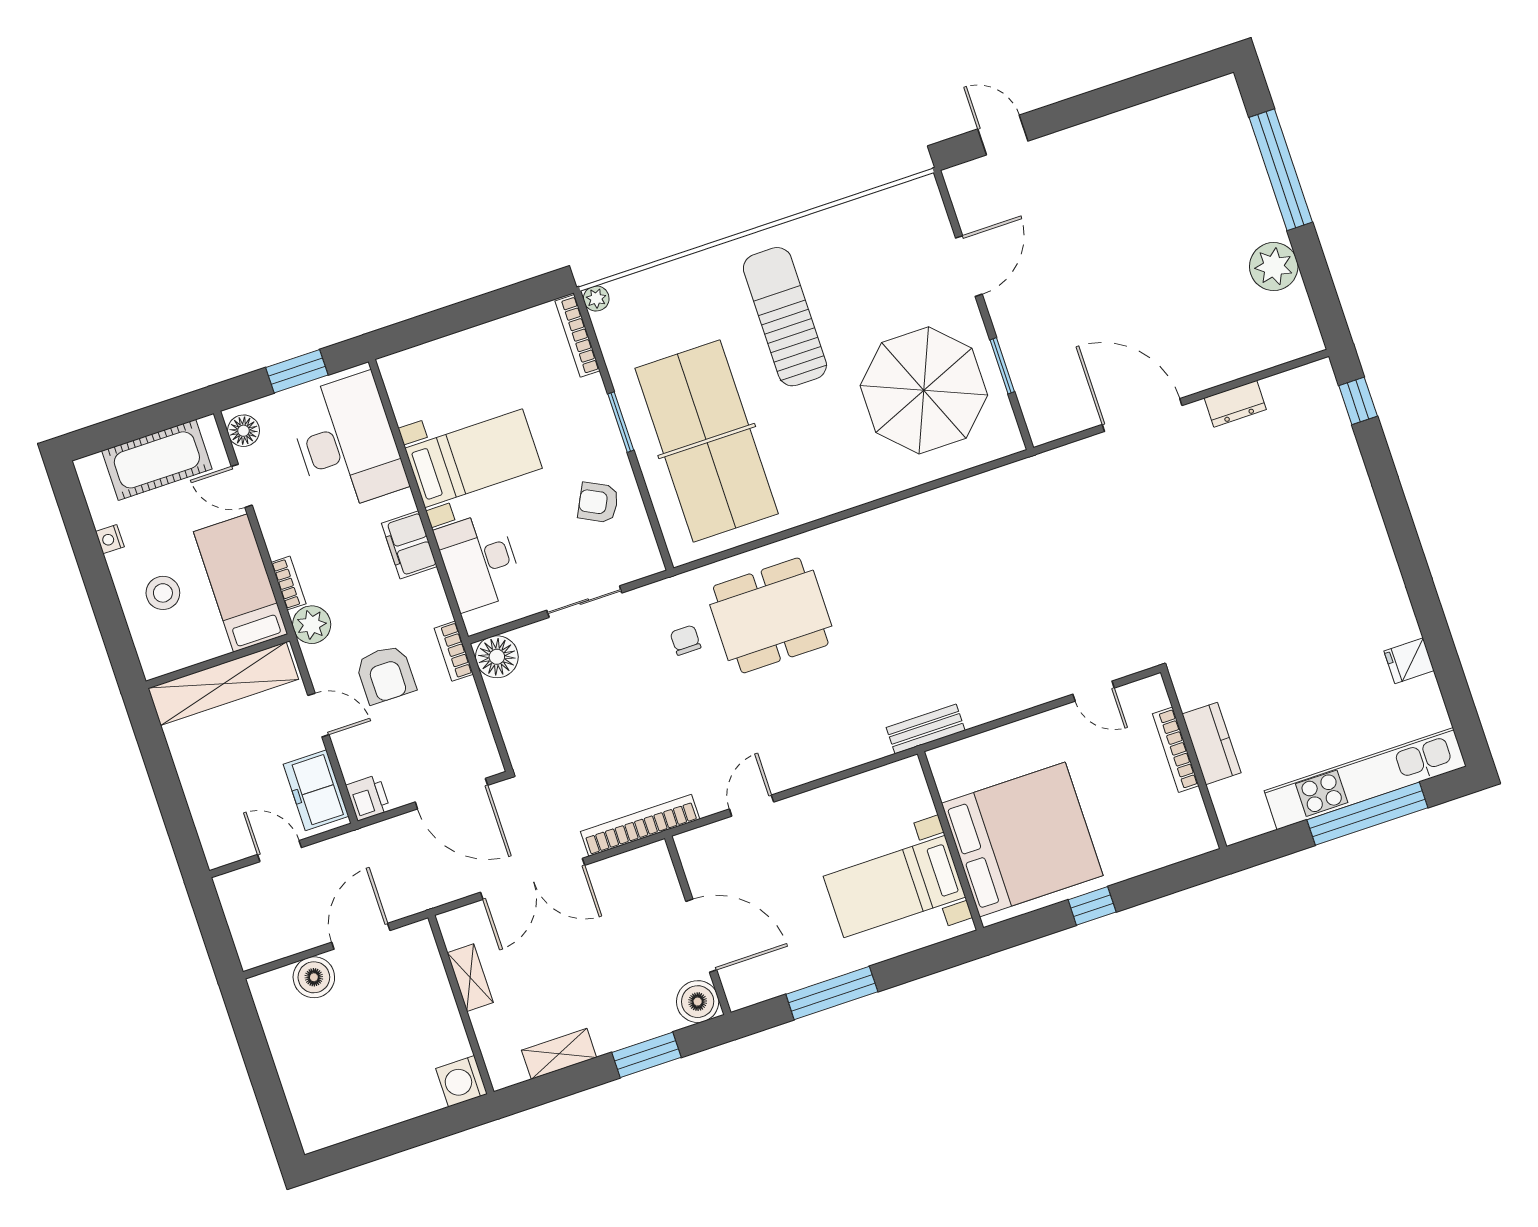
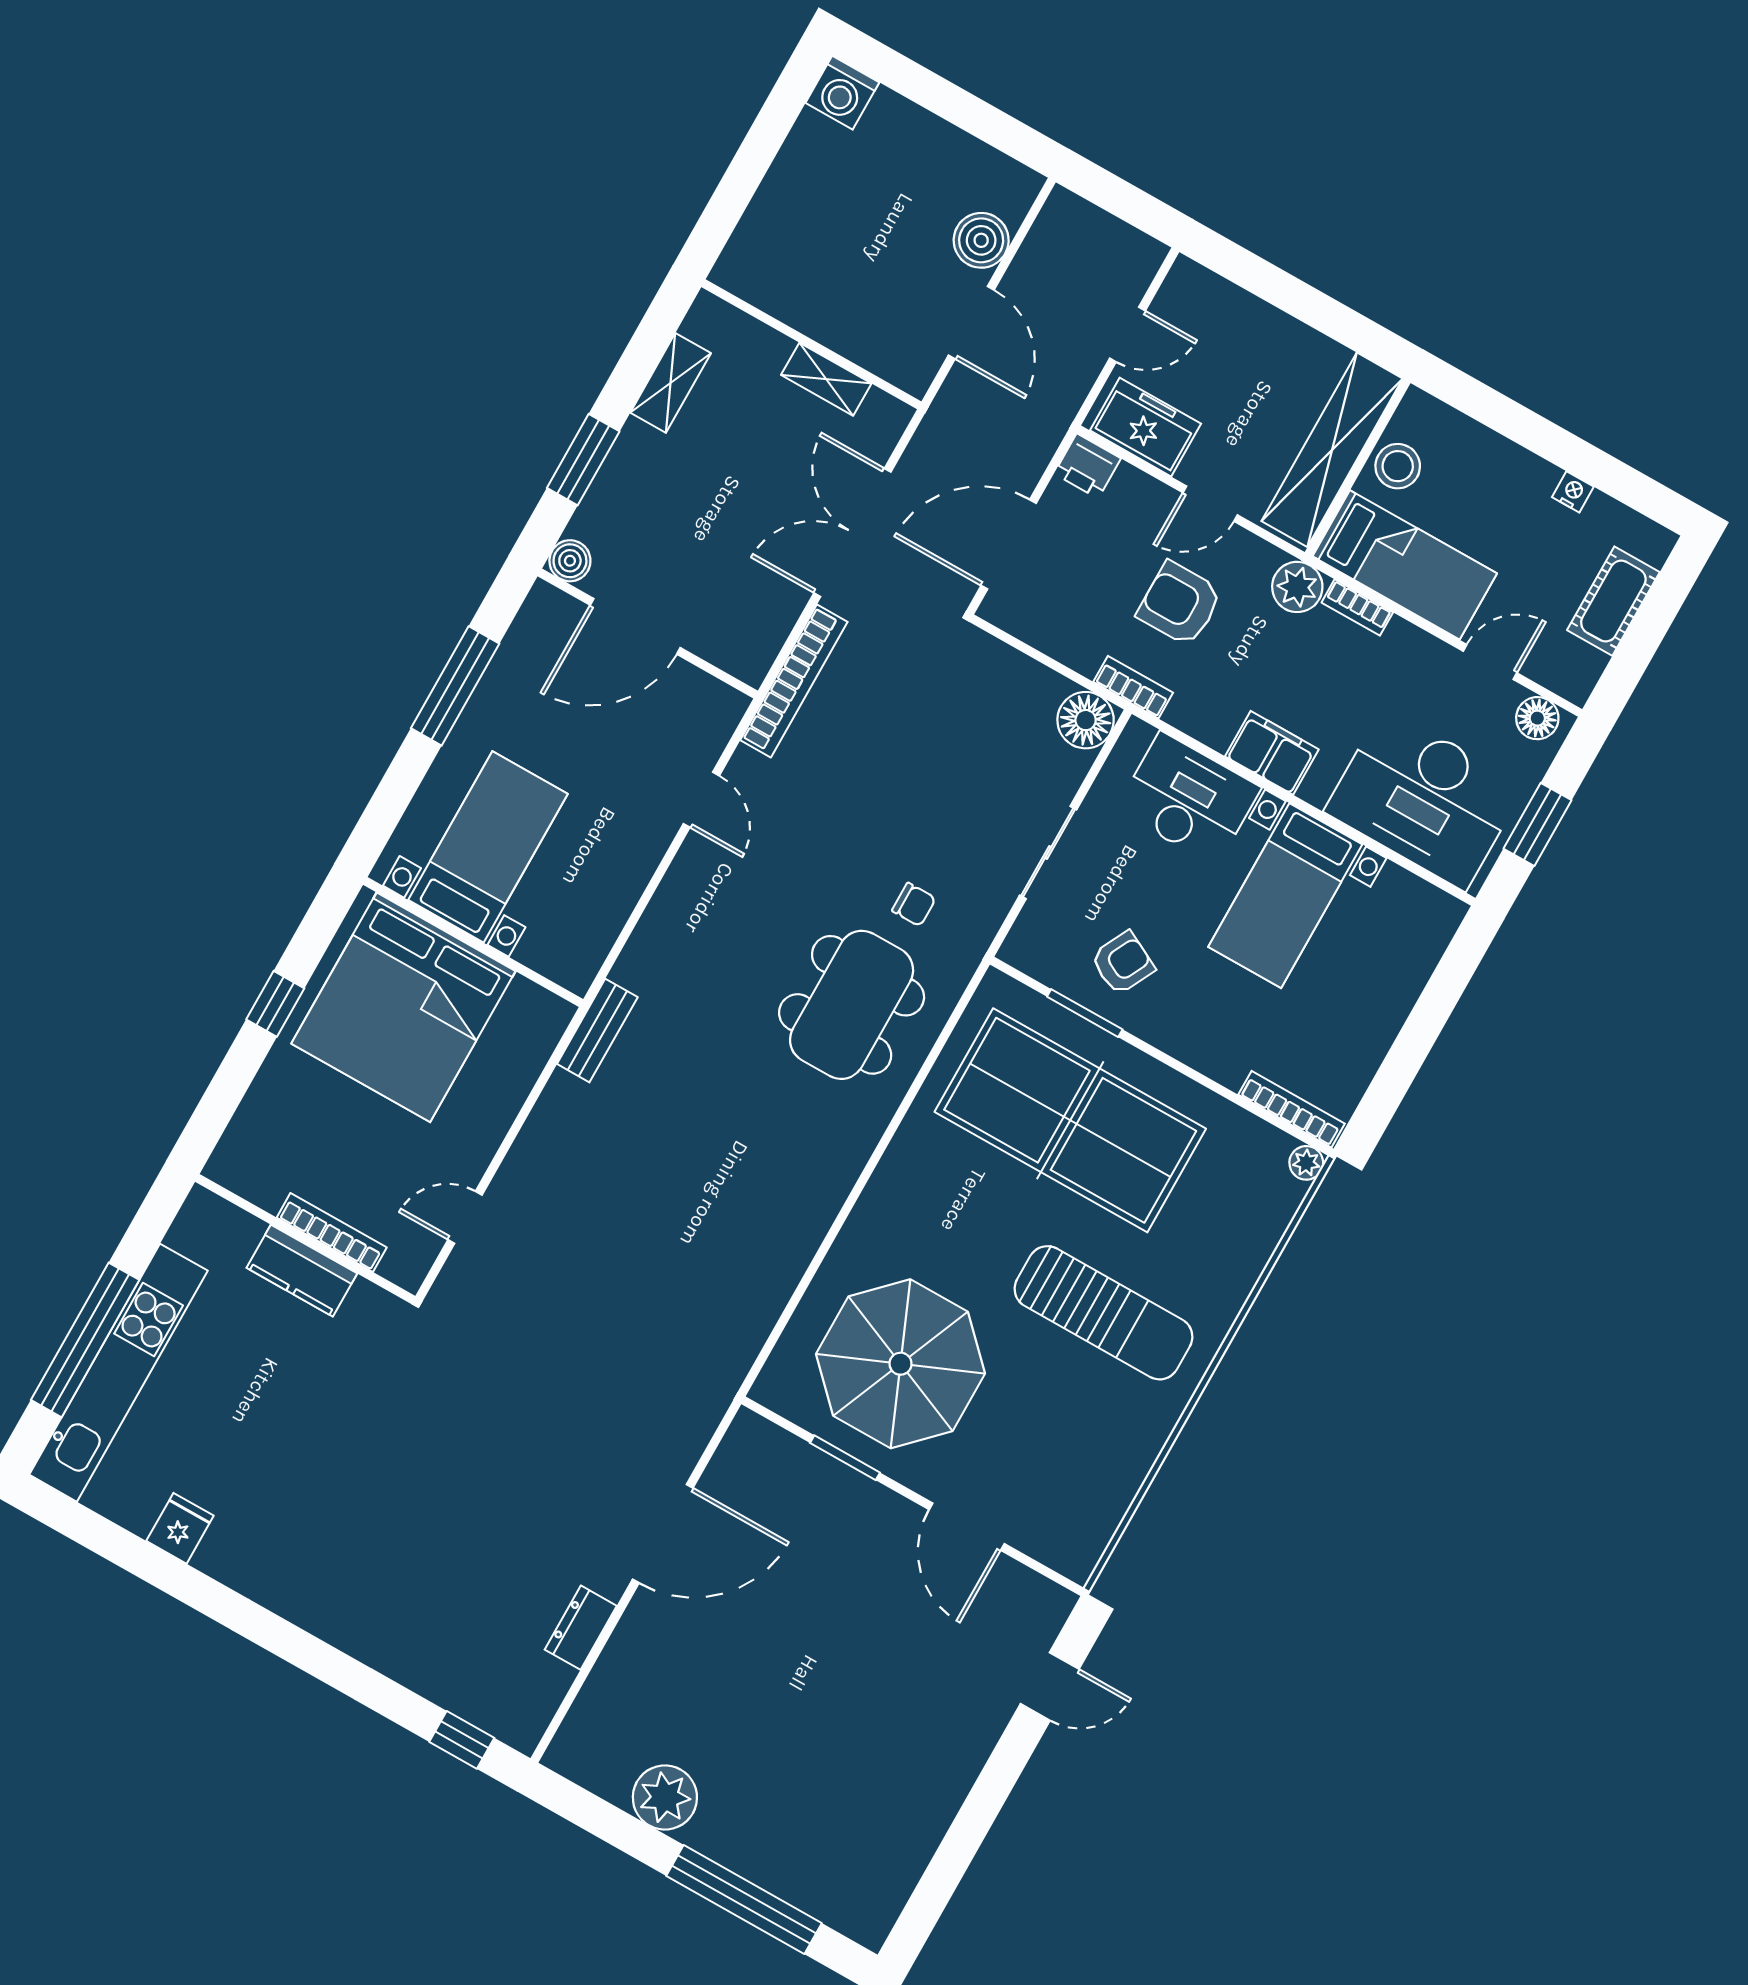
window: (621, 422) -> (1085, 1013), moved
cot: (157, 460) -> (1613, 601), width x0.73, depth x0.75
stool: (163, 593) -> (1398, 466), moved
boiler: (698, 1002) -> (570, 561), width x0.73, depth x0.73
washing machine: (462, 1081) -> (842, 93), moved, turned 180

